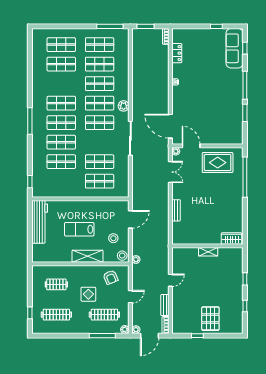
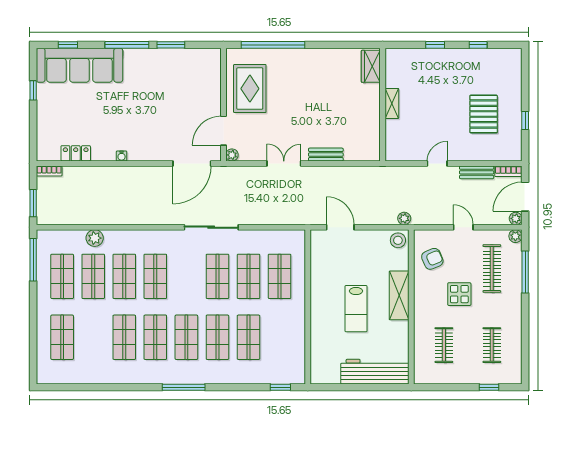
sofa: (235, 48) -> (79, 65), width x1.36, depth x1.27
shop shelf: (61, 64) -> (124, 337), moved
plant: (124, 106) -> (95, 238), moved
shop shelf: (100, 123) -> (217, 276), moved
double door: (170, 172) -> (284, 163), moved
workbench: (40, 222) -> (375, 372), moved
stool: (113, 238) -> (370, 254), removed
door: (170, 280) -> (437, 163), hinge flipped
clothes rail: (56, 315) -> (492, 345), width x0.73
pallet: (210, 319) -> (484, 114), moved, turned 90
door: (150, 336) -> (525, 197), swing flipped

